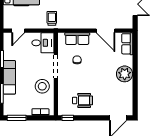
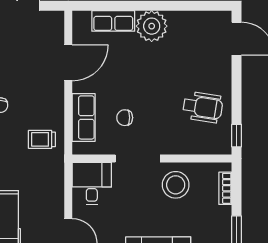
trolley: (52, 18) -> (42, 139), moved
row of seats: (127, 44) -> (113, 21), moved
wheelchair: (83, 100) -> (203, 107), turned 99

